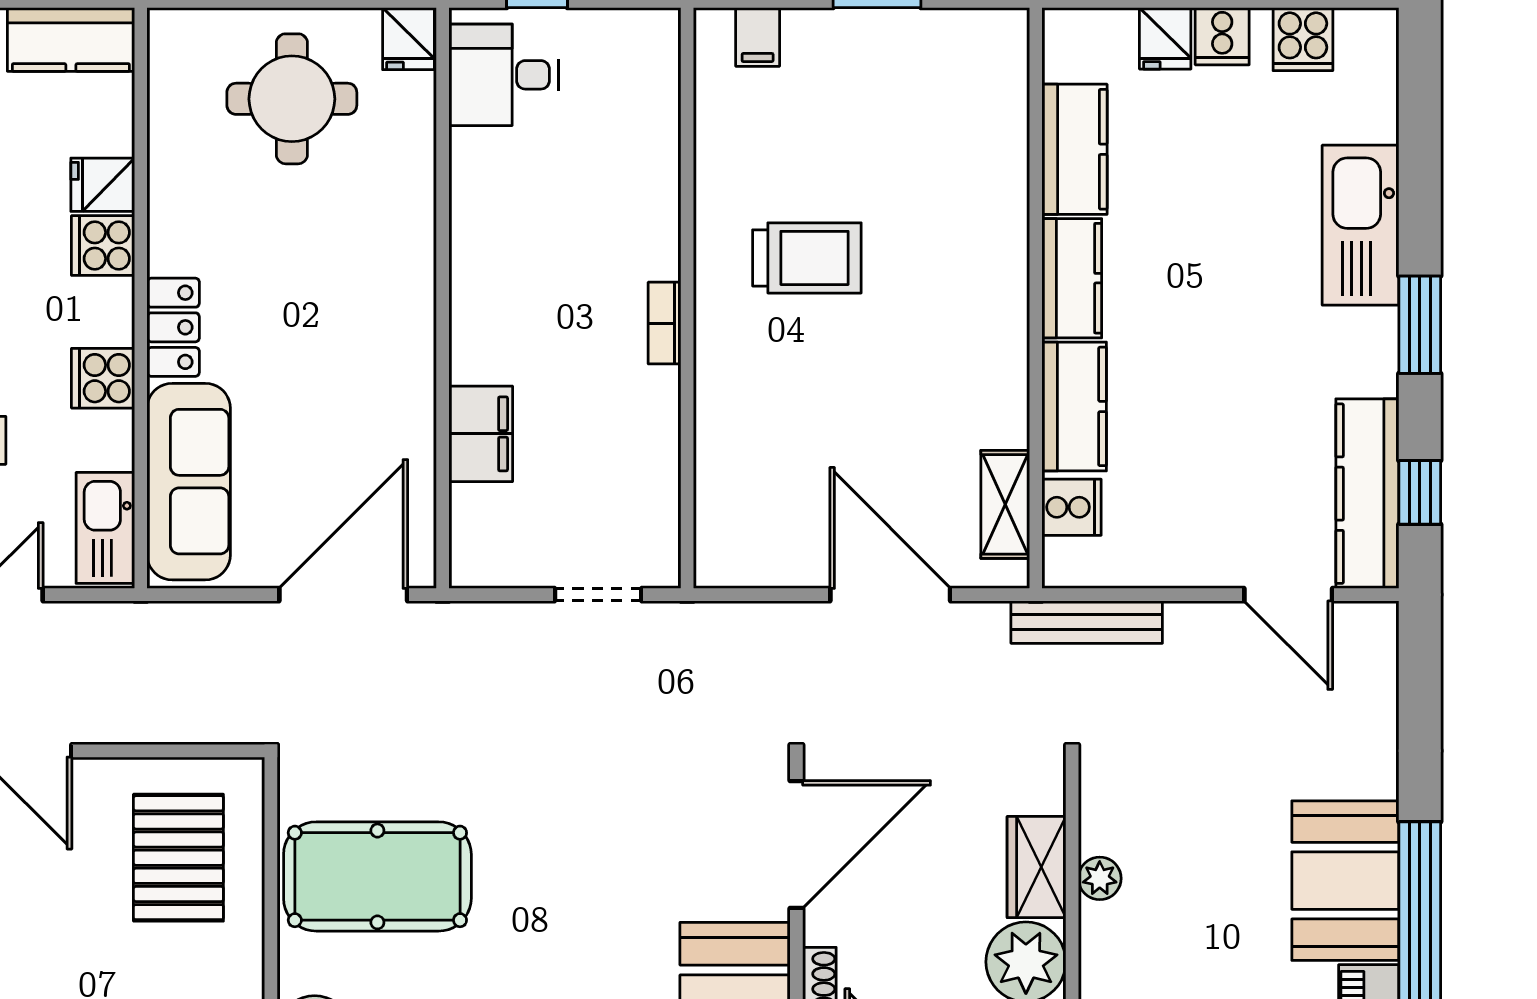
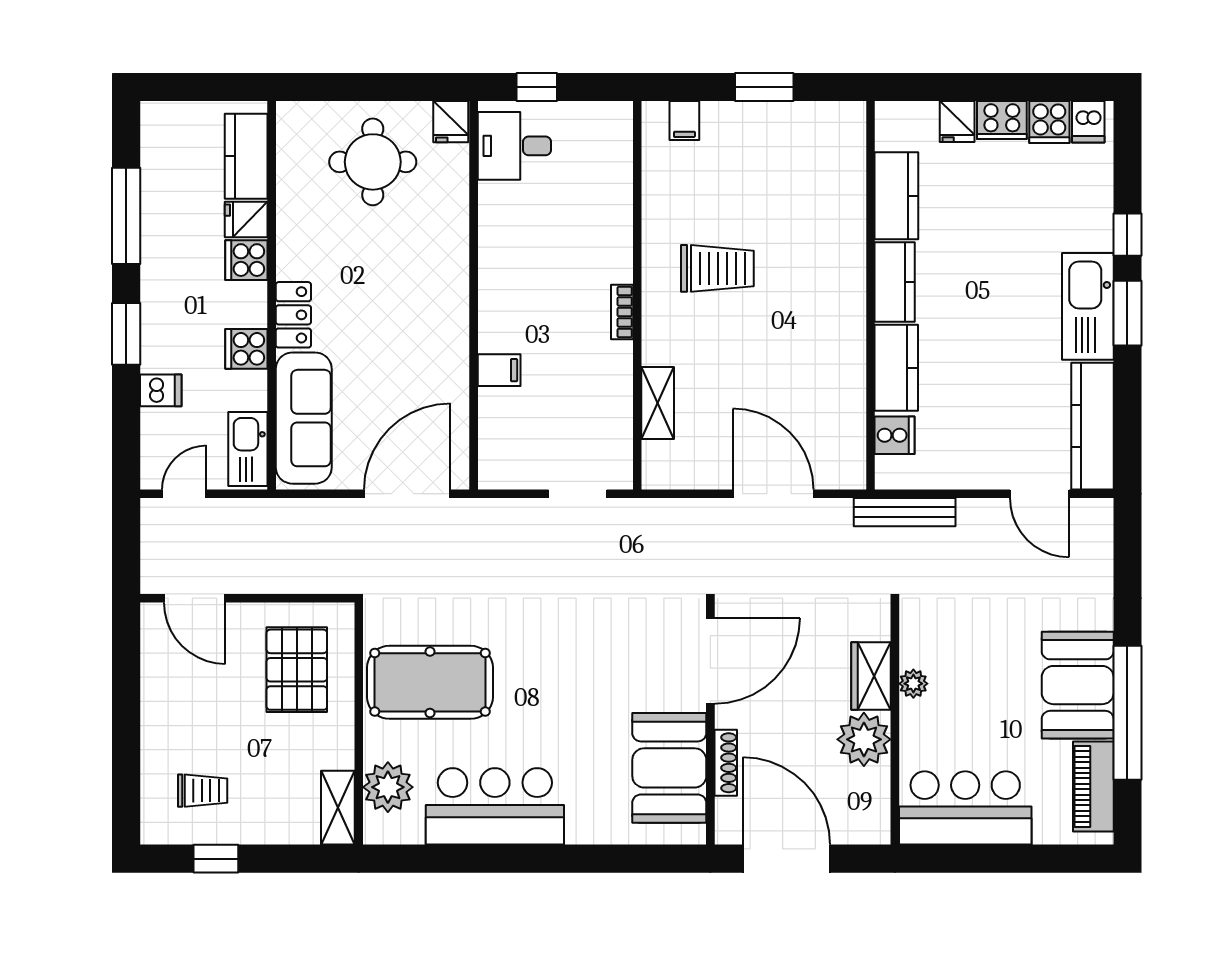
cooker: (1222, 36) -> (1002, 120), width x1.36
dishwasher: (1361, 39) -> (1088, 122), added
kitchen counter: (71, 40) -> (246, 156), moved, turned 90
kitchen sink: (1361, 225) -> (1088, 306), moved
filing cabinet: (481, 434) -> (499, 370), width x0.50
window: (1420, 492) -> (1127, 235), moved
shelving: (1005, 504) -> (658, 403), moved

